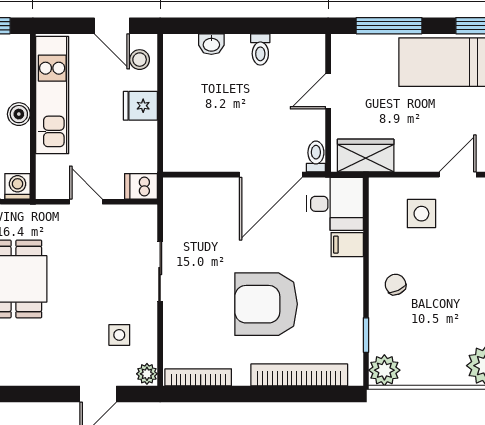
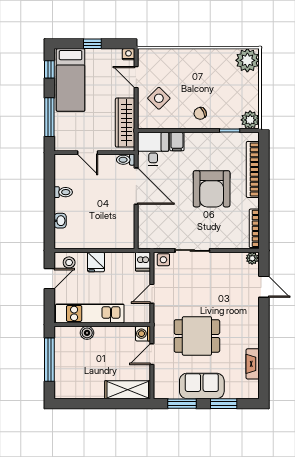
boiler: (19, 114) -> (87, 333), moved
wardrobe: (366, 156) -> (125, 123), width x1.50
side table: (421, 214) -> (159, 98), turned 45
side table: (119, 335) -> (163, 260), moved

